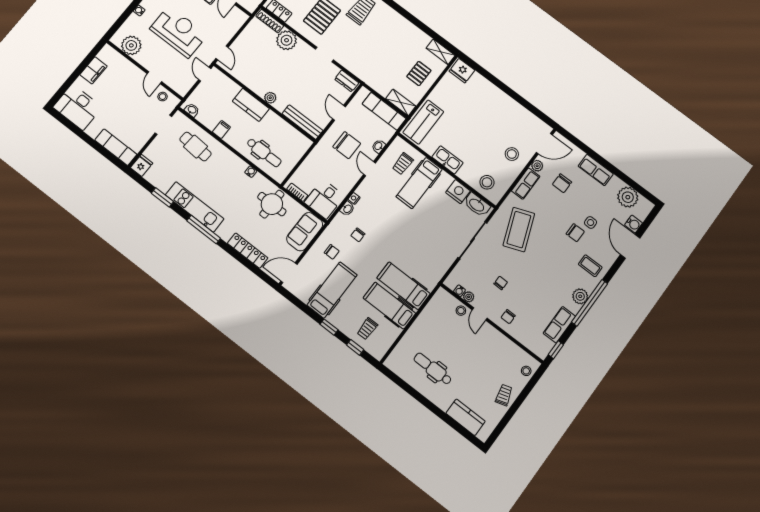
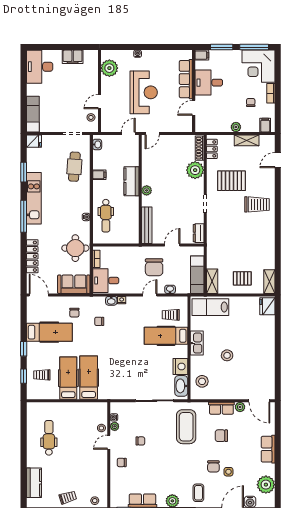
stool: (512, 154) -> (227, 355), moved
chair: (562, 183) -> (221, 436), moved
coffee table: (519, 230) -> (186, 427), turned -69

